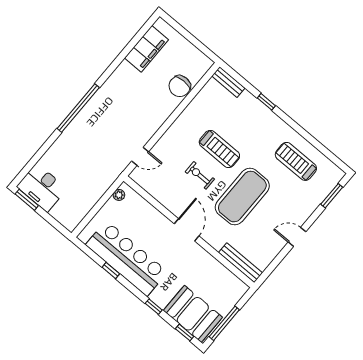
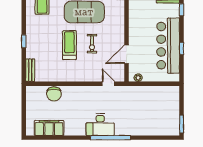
chair: (180, 86) -> (54, 94), turned 90
desk: (42, 188) -> (100, 125), moved, turned 90
door: (187, 230) -> (127, 54), moved

